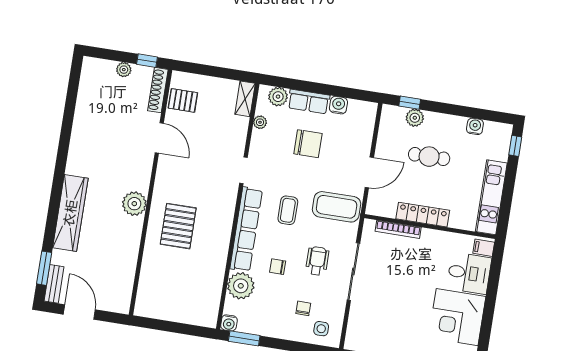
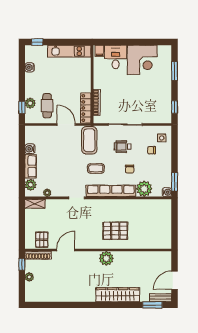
chair: (308, 144) -> (55, 163), removed
cafe table: (429, 157) -> (47, 106), moved
locker: (423, 215) -> (86, 108), moved

